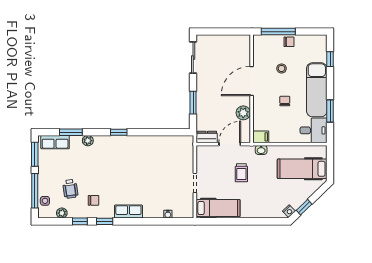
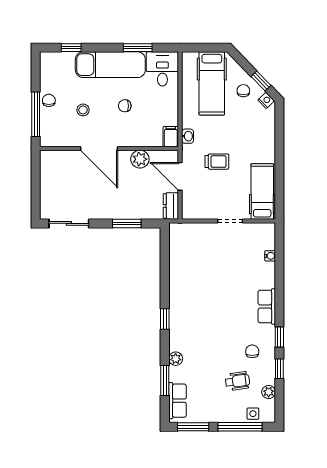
chair: (297, 193) -> (243, 91), added

